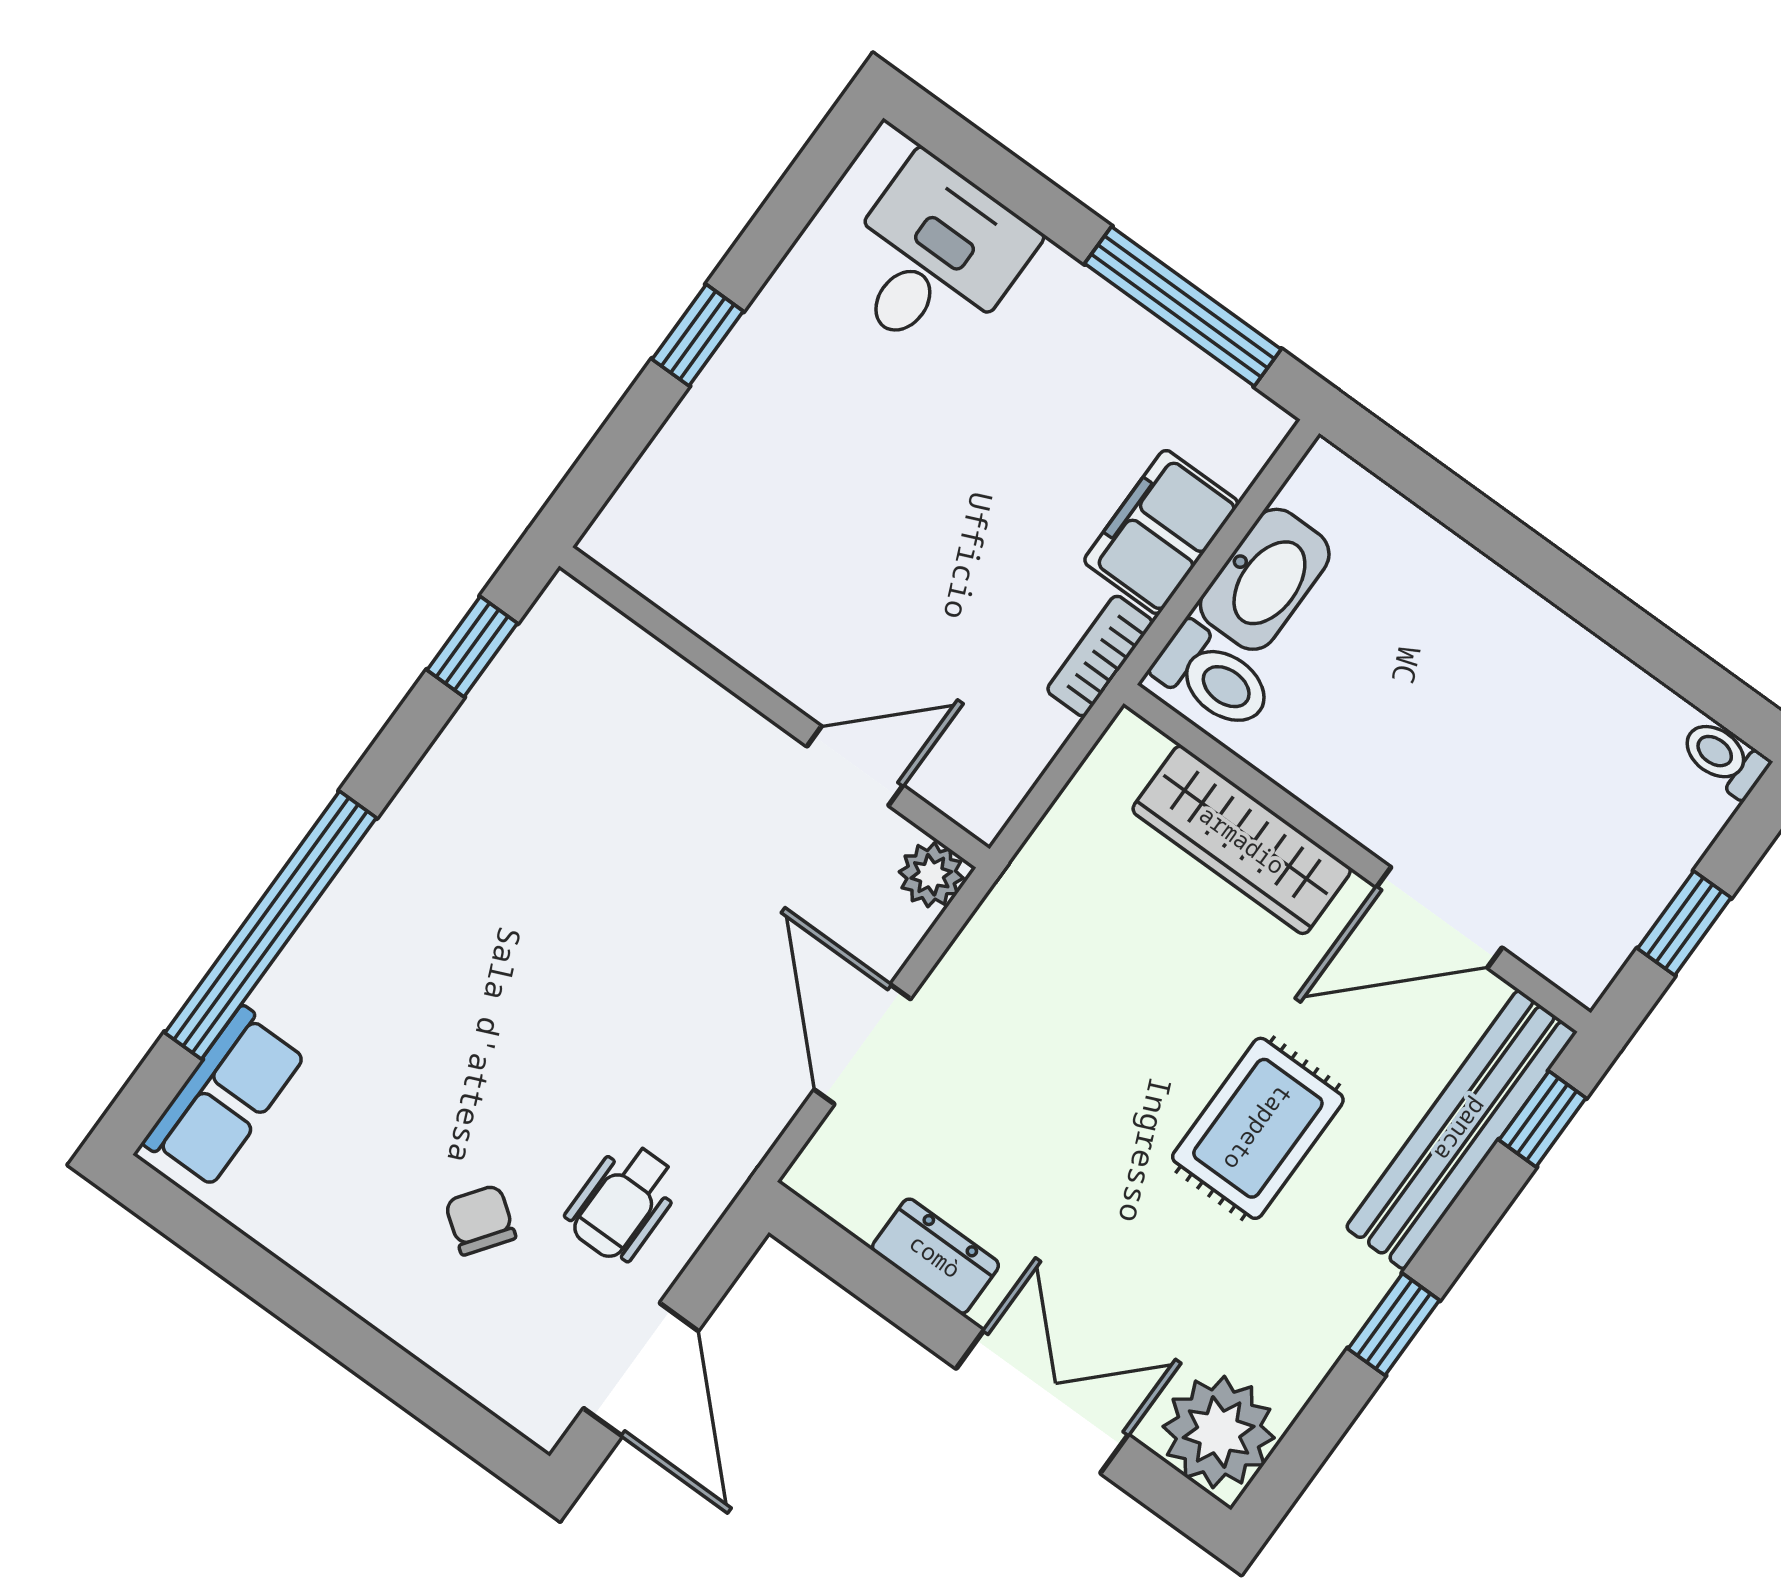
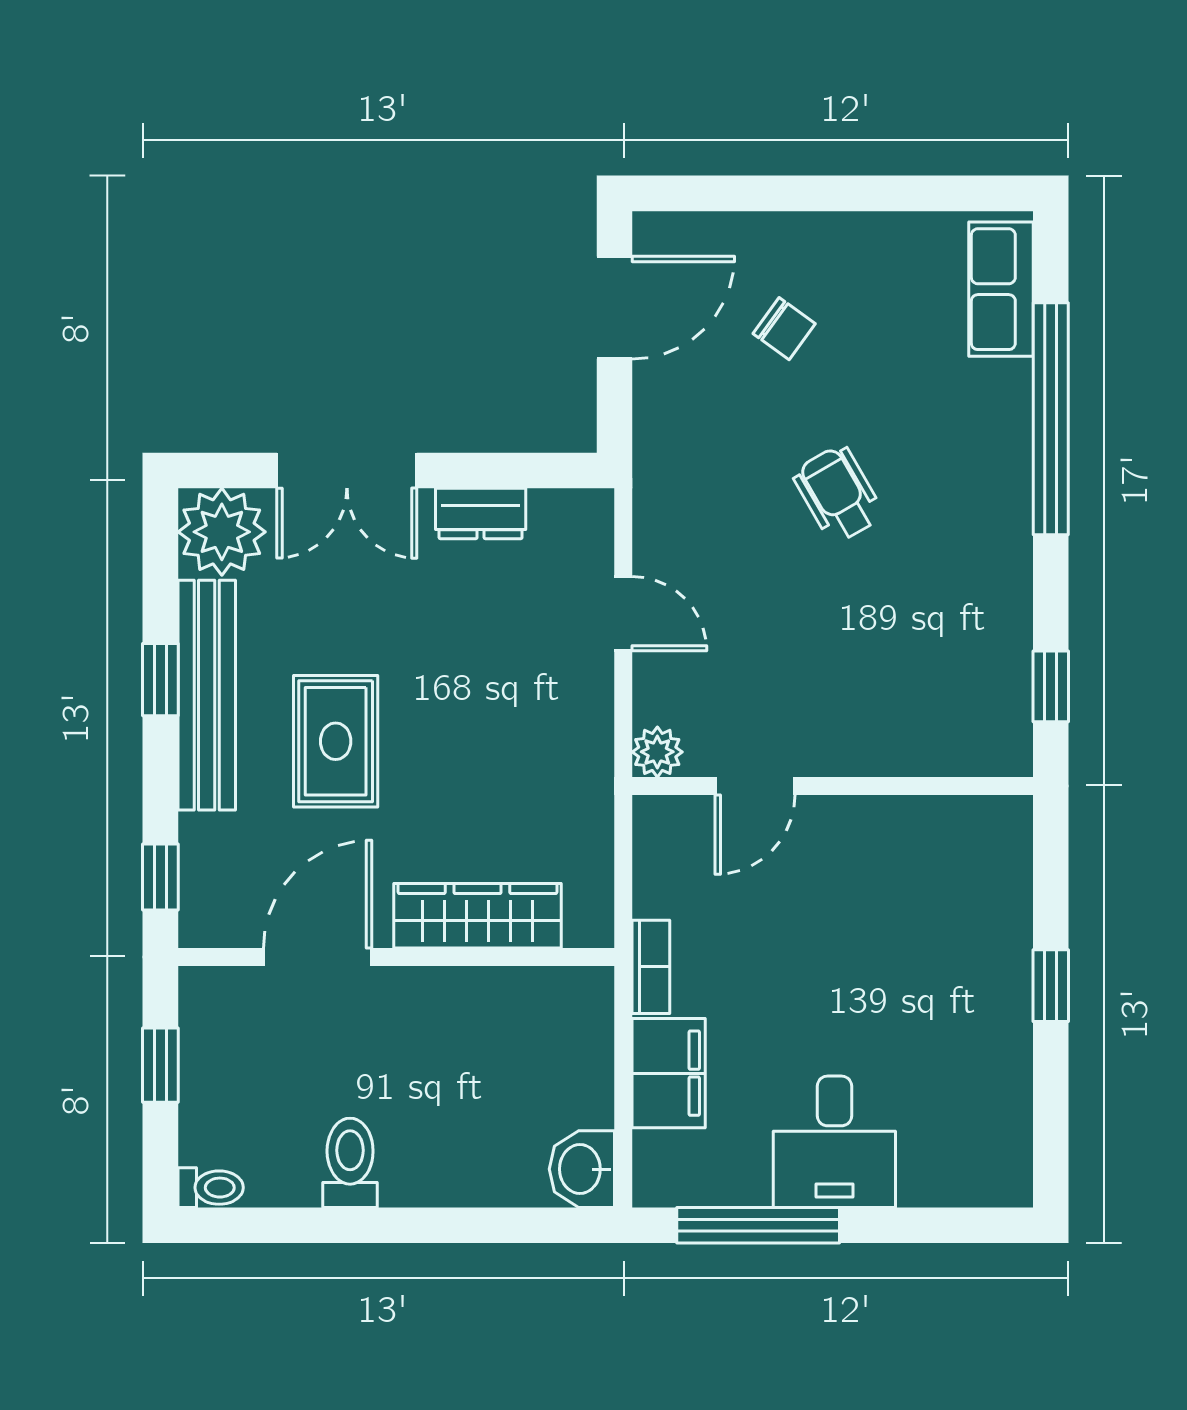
desk: (934, 258) -> (834, 1142), moved
washbasin: (1265, 579) -> (582, 1169), moved, width x0.72
toilet: (1213, 677) -> (350, 1163), moved, turned 90
door: (862, 1044) -> (623, 614), width x0.73
bench: (1461, 1130) -> (207, 695), moved
wheelchair: (623, 1202) -> (838, 494), moved, turned -30
door: (641, 1370) -> (614, 308), swing flipped

